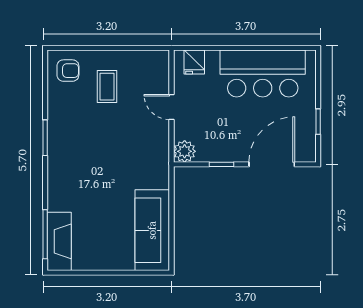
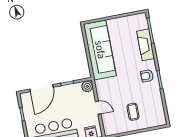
armchair: (68, 71) -> (147, 76), moved
sofa: (152, 230) -> (100, 50), width x1.36, depth x1.27
fireplace: (59, 241) -> (146, 45), moved

